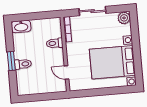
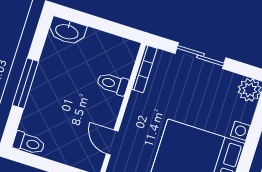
window: (11, 61) -> (25, 83), width x1.44
toilet: (23, 64) -> (29, 143), moved

